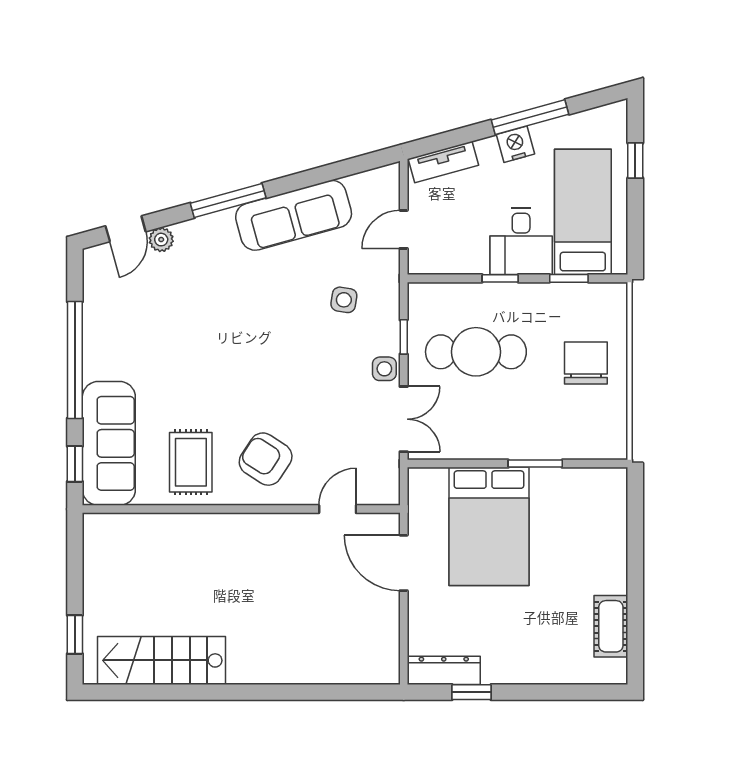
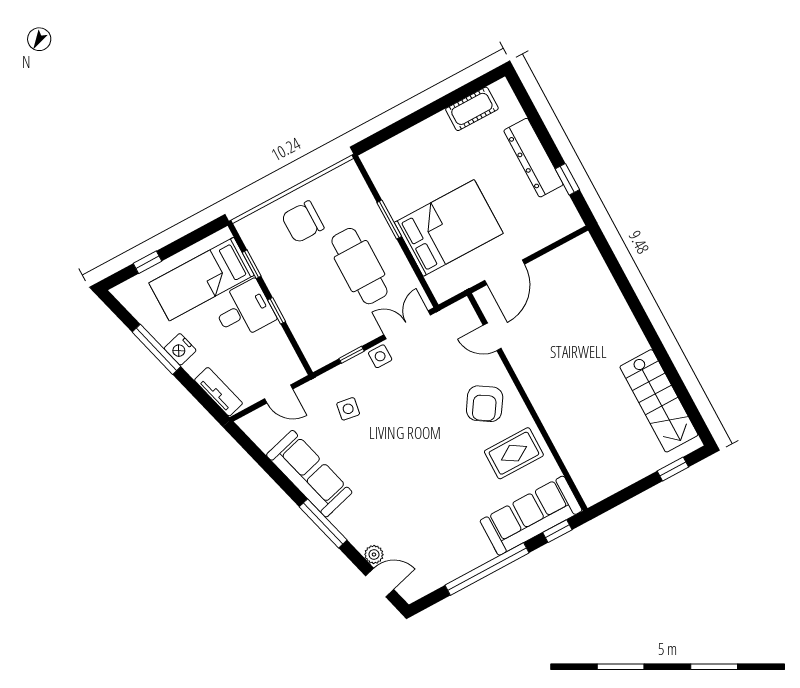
cafe table: (476, 352) -> (359, 266), moved
dresser: (444, 670) -> (533, 158), moved, width x1.37, depth x1.24

